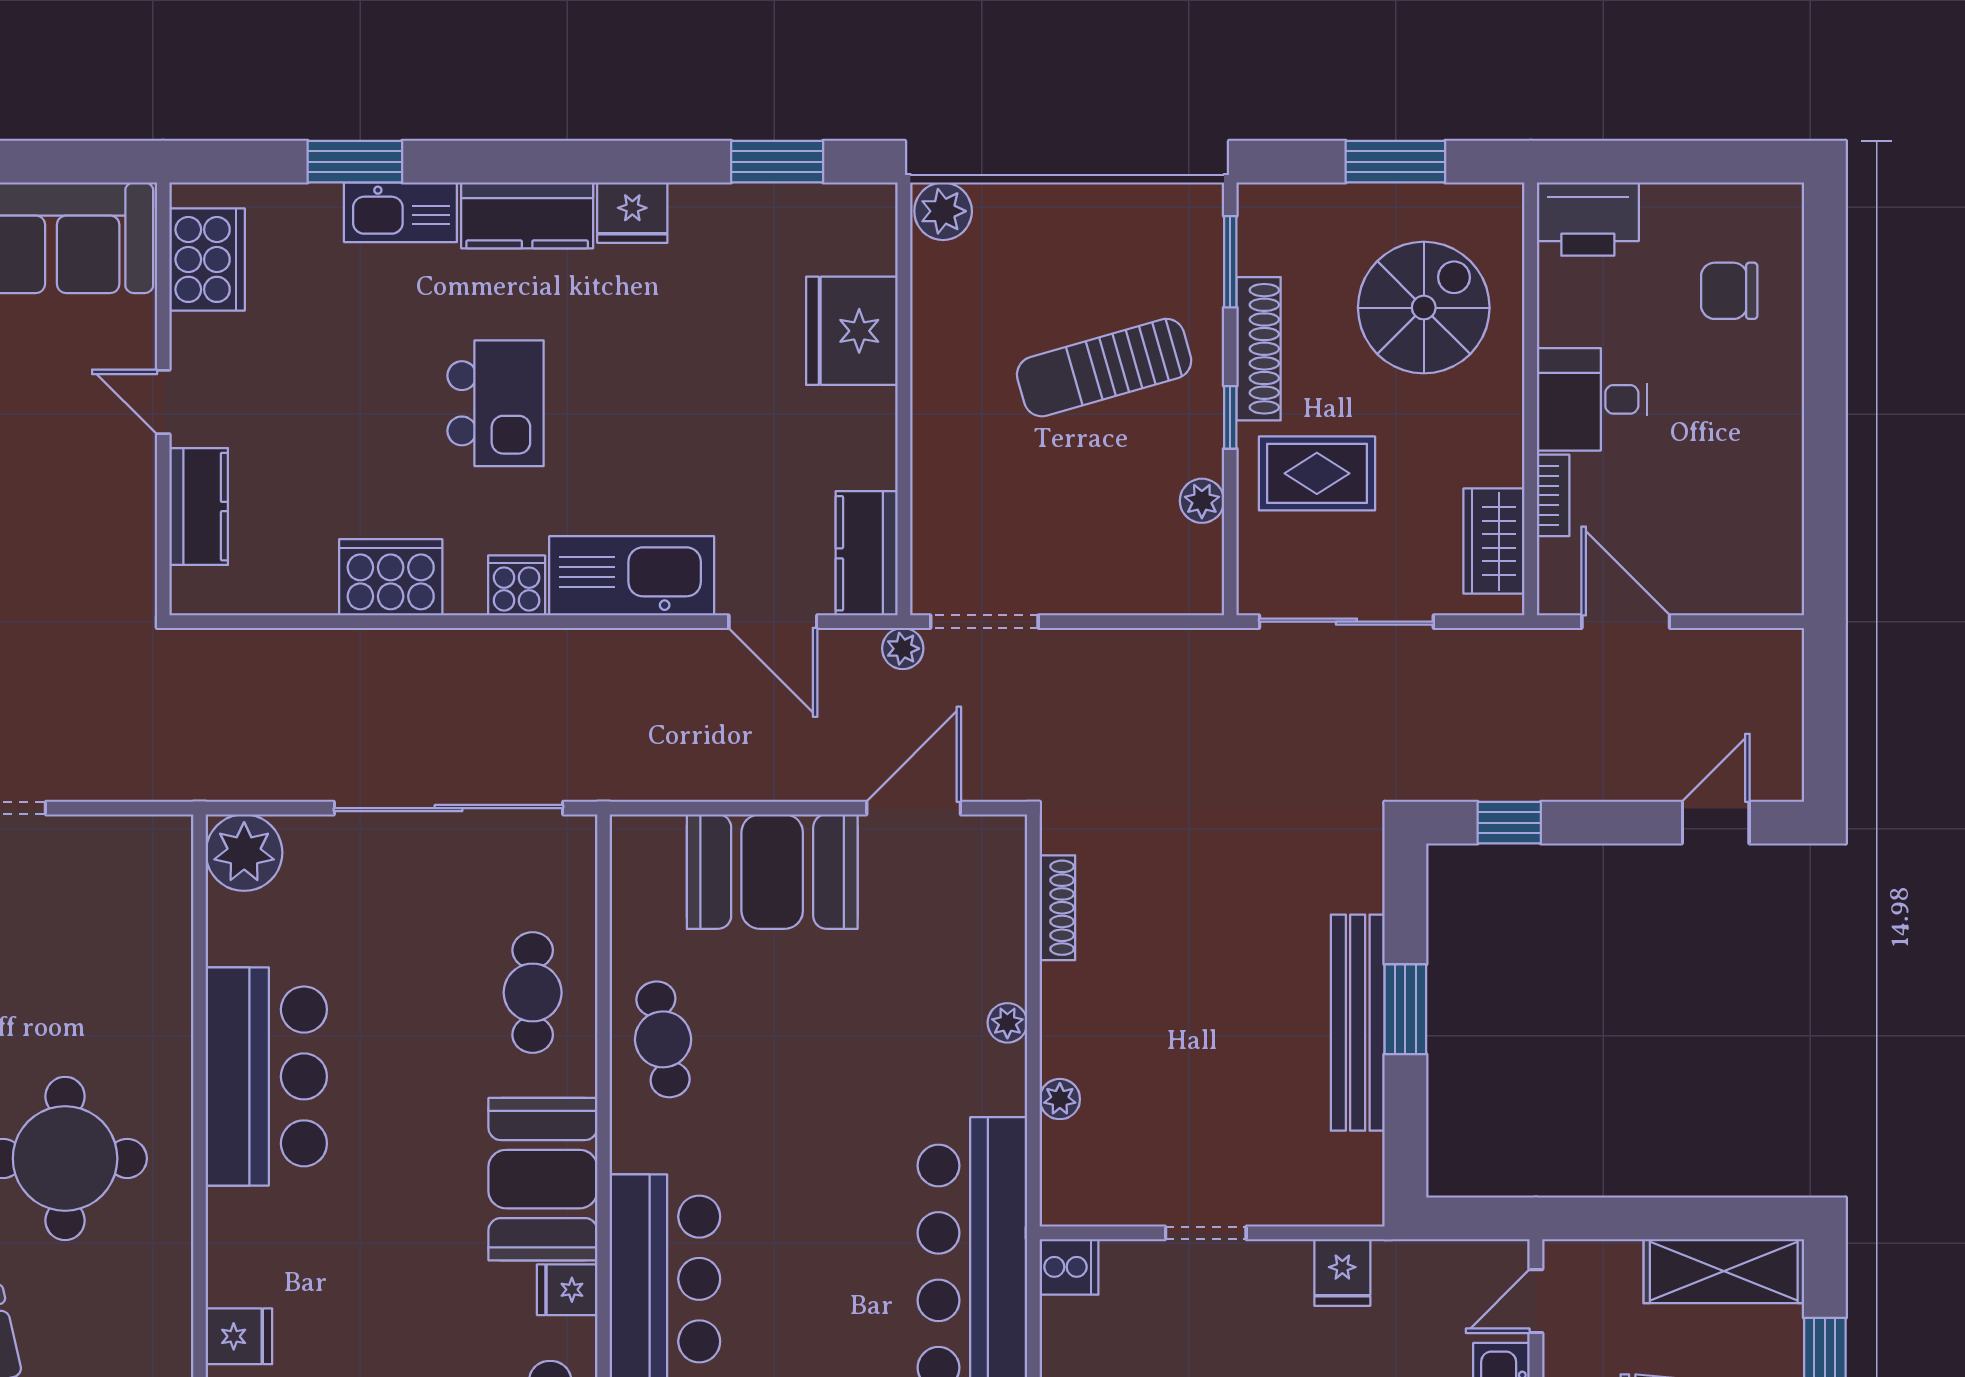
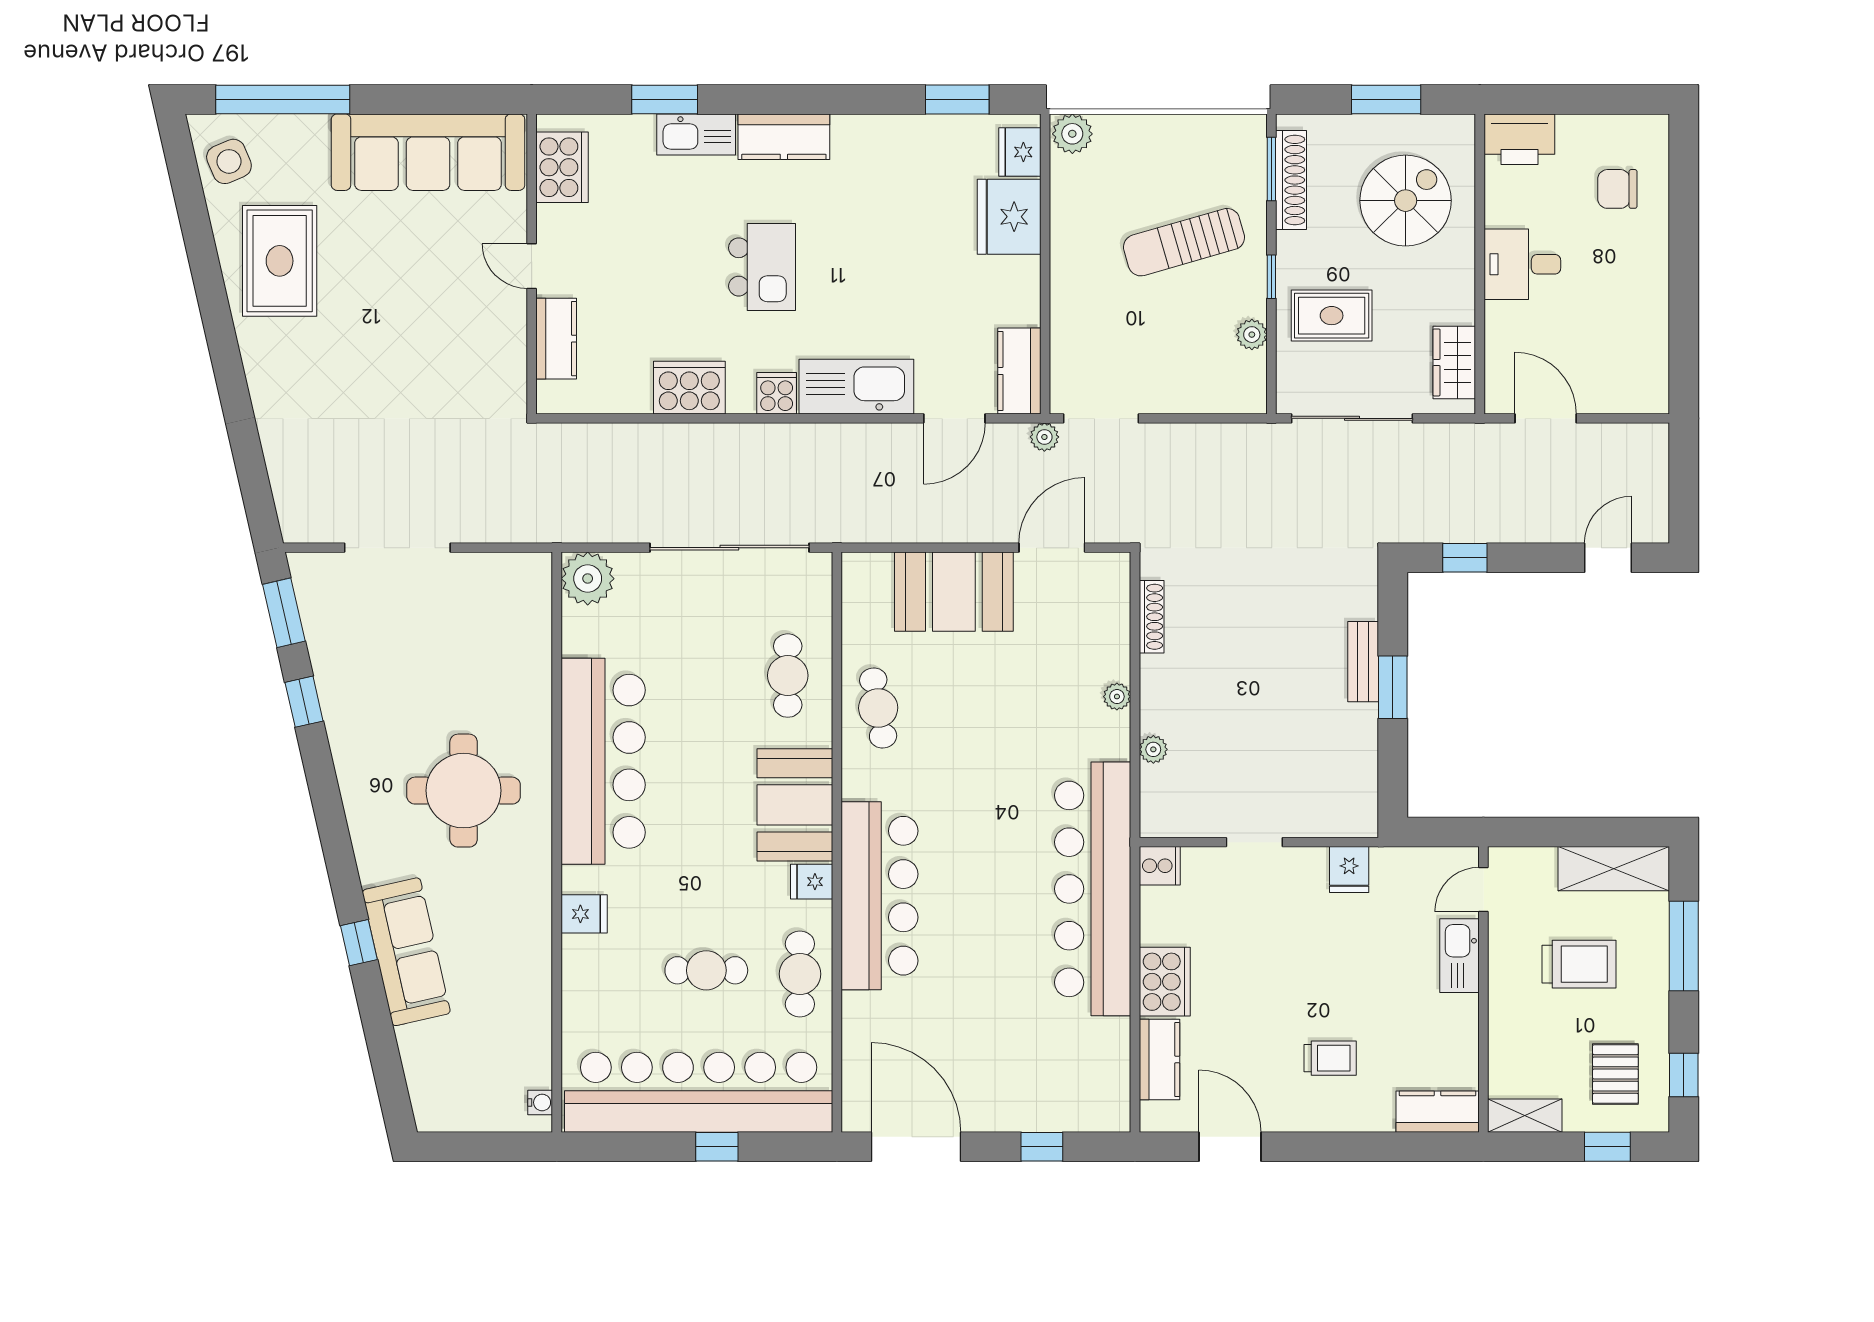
fridge: (632, 213) -> (1020, 152), moved, turned 90
shoe rack: (1259, 349) -> (1291, 180), moved
bookcase: (1553, 495) -> (1495, 331), removed
door: (773, 622) -> (954, 418), hinge flipped
bench: (1358, 1023) -> (1363, 662), width x0.54, depth x0.82
bar counter: (266, 1076) -> (603, 761), width x1.36

